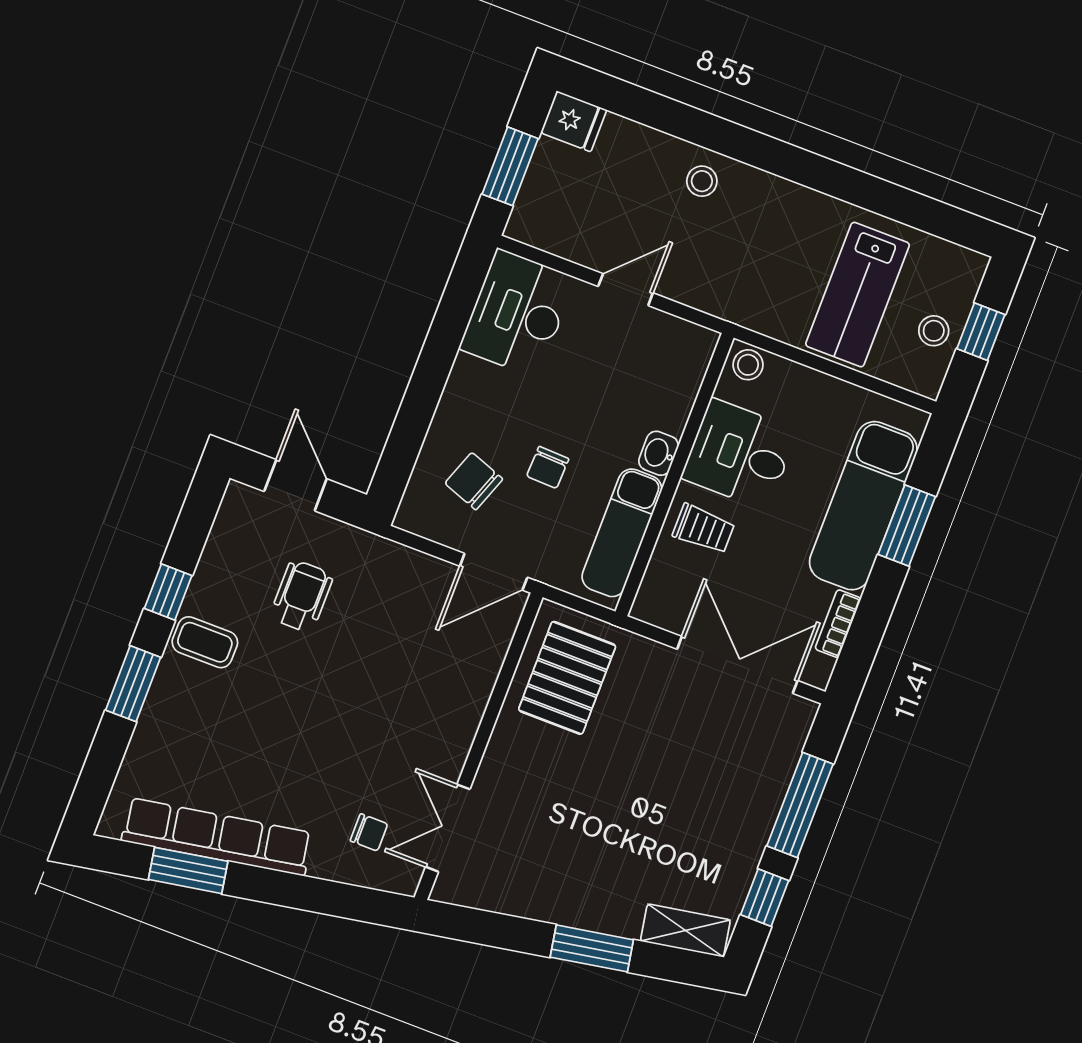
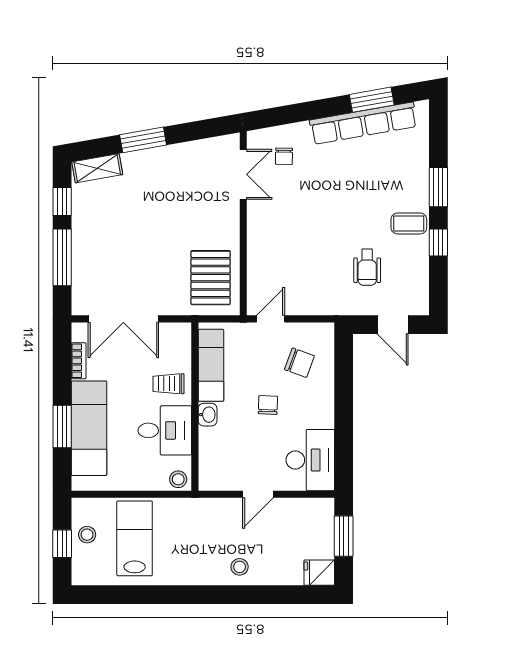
chair: (548, 467) -> (268, 405), moved
door: (494, 572) -> (271, 319), width x0.73
chair: (369, 832) -> (284, 156), turned -89

